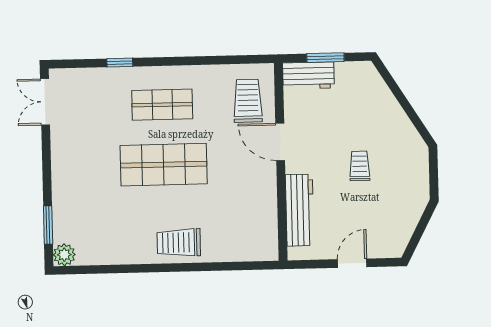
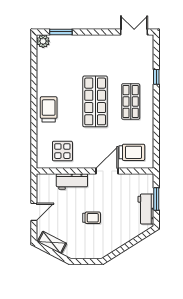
workbench: (308, 75) -> (146, 209), moved
workbench: (300, 210) -> (72, 182), width x0.73
display table: (248, 218) -> (62, 151), added
shelving: (403, 231) -> (52, 243), added
door: (352, 263) -> (34, 212), hinge flipped

